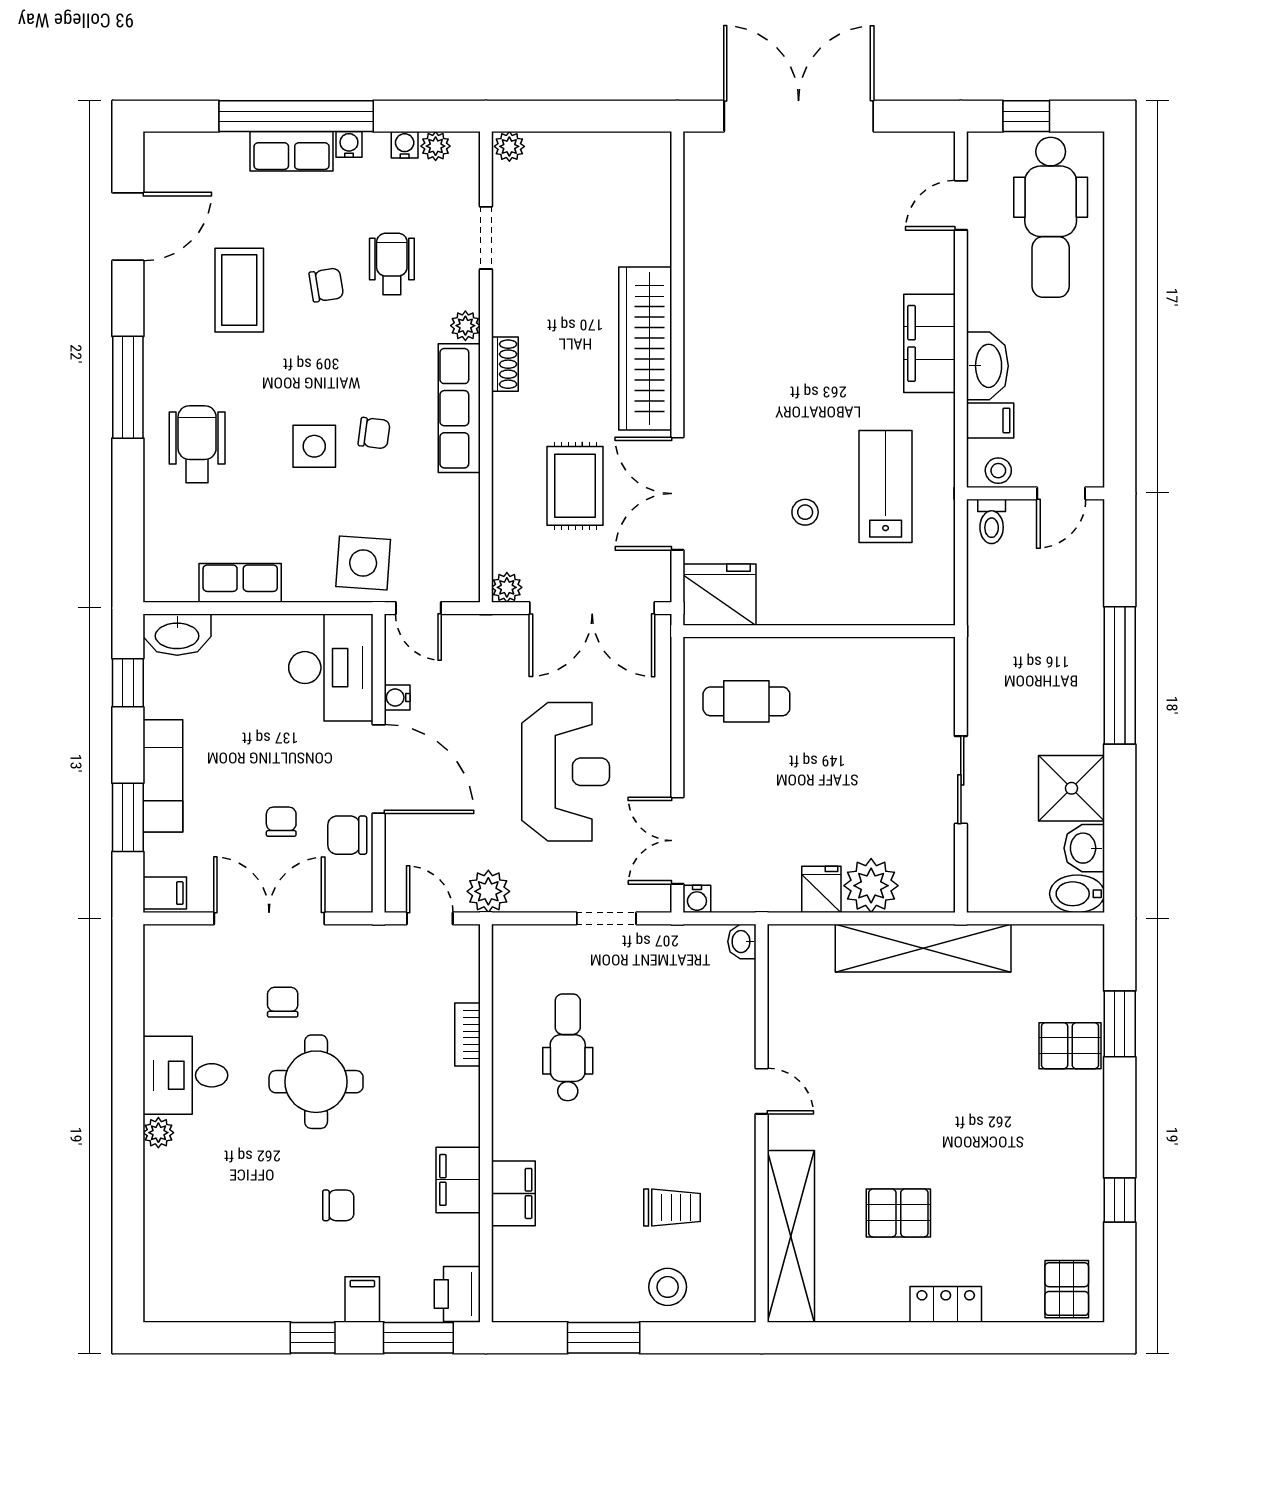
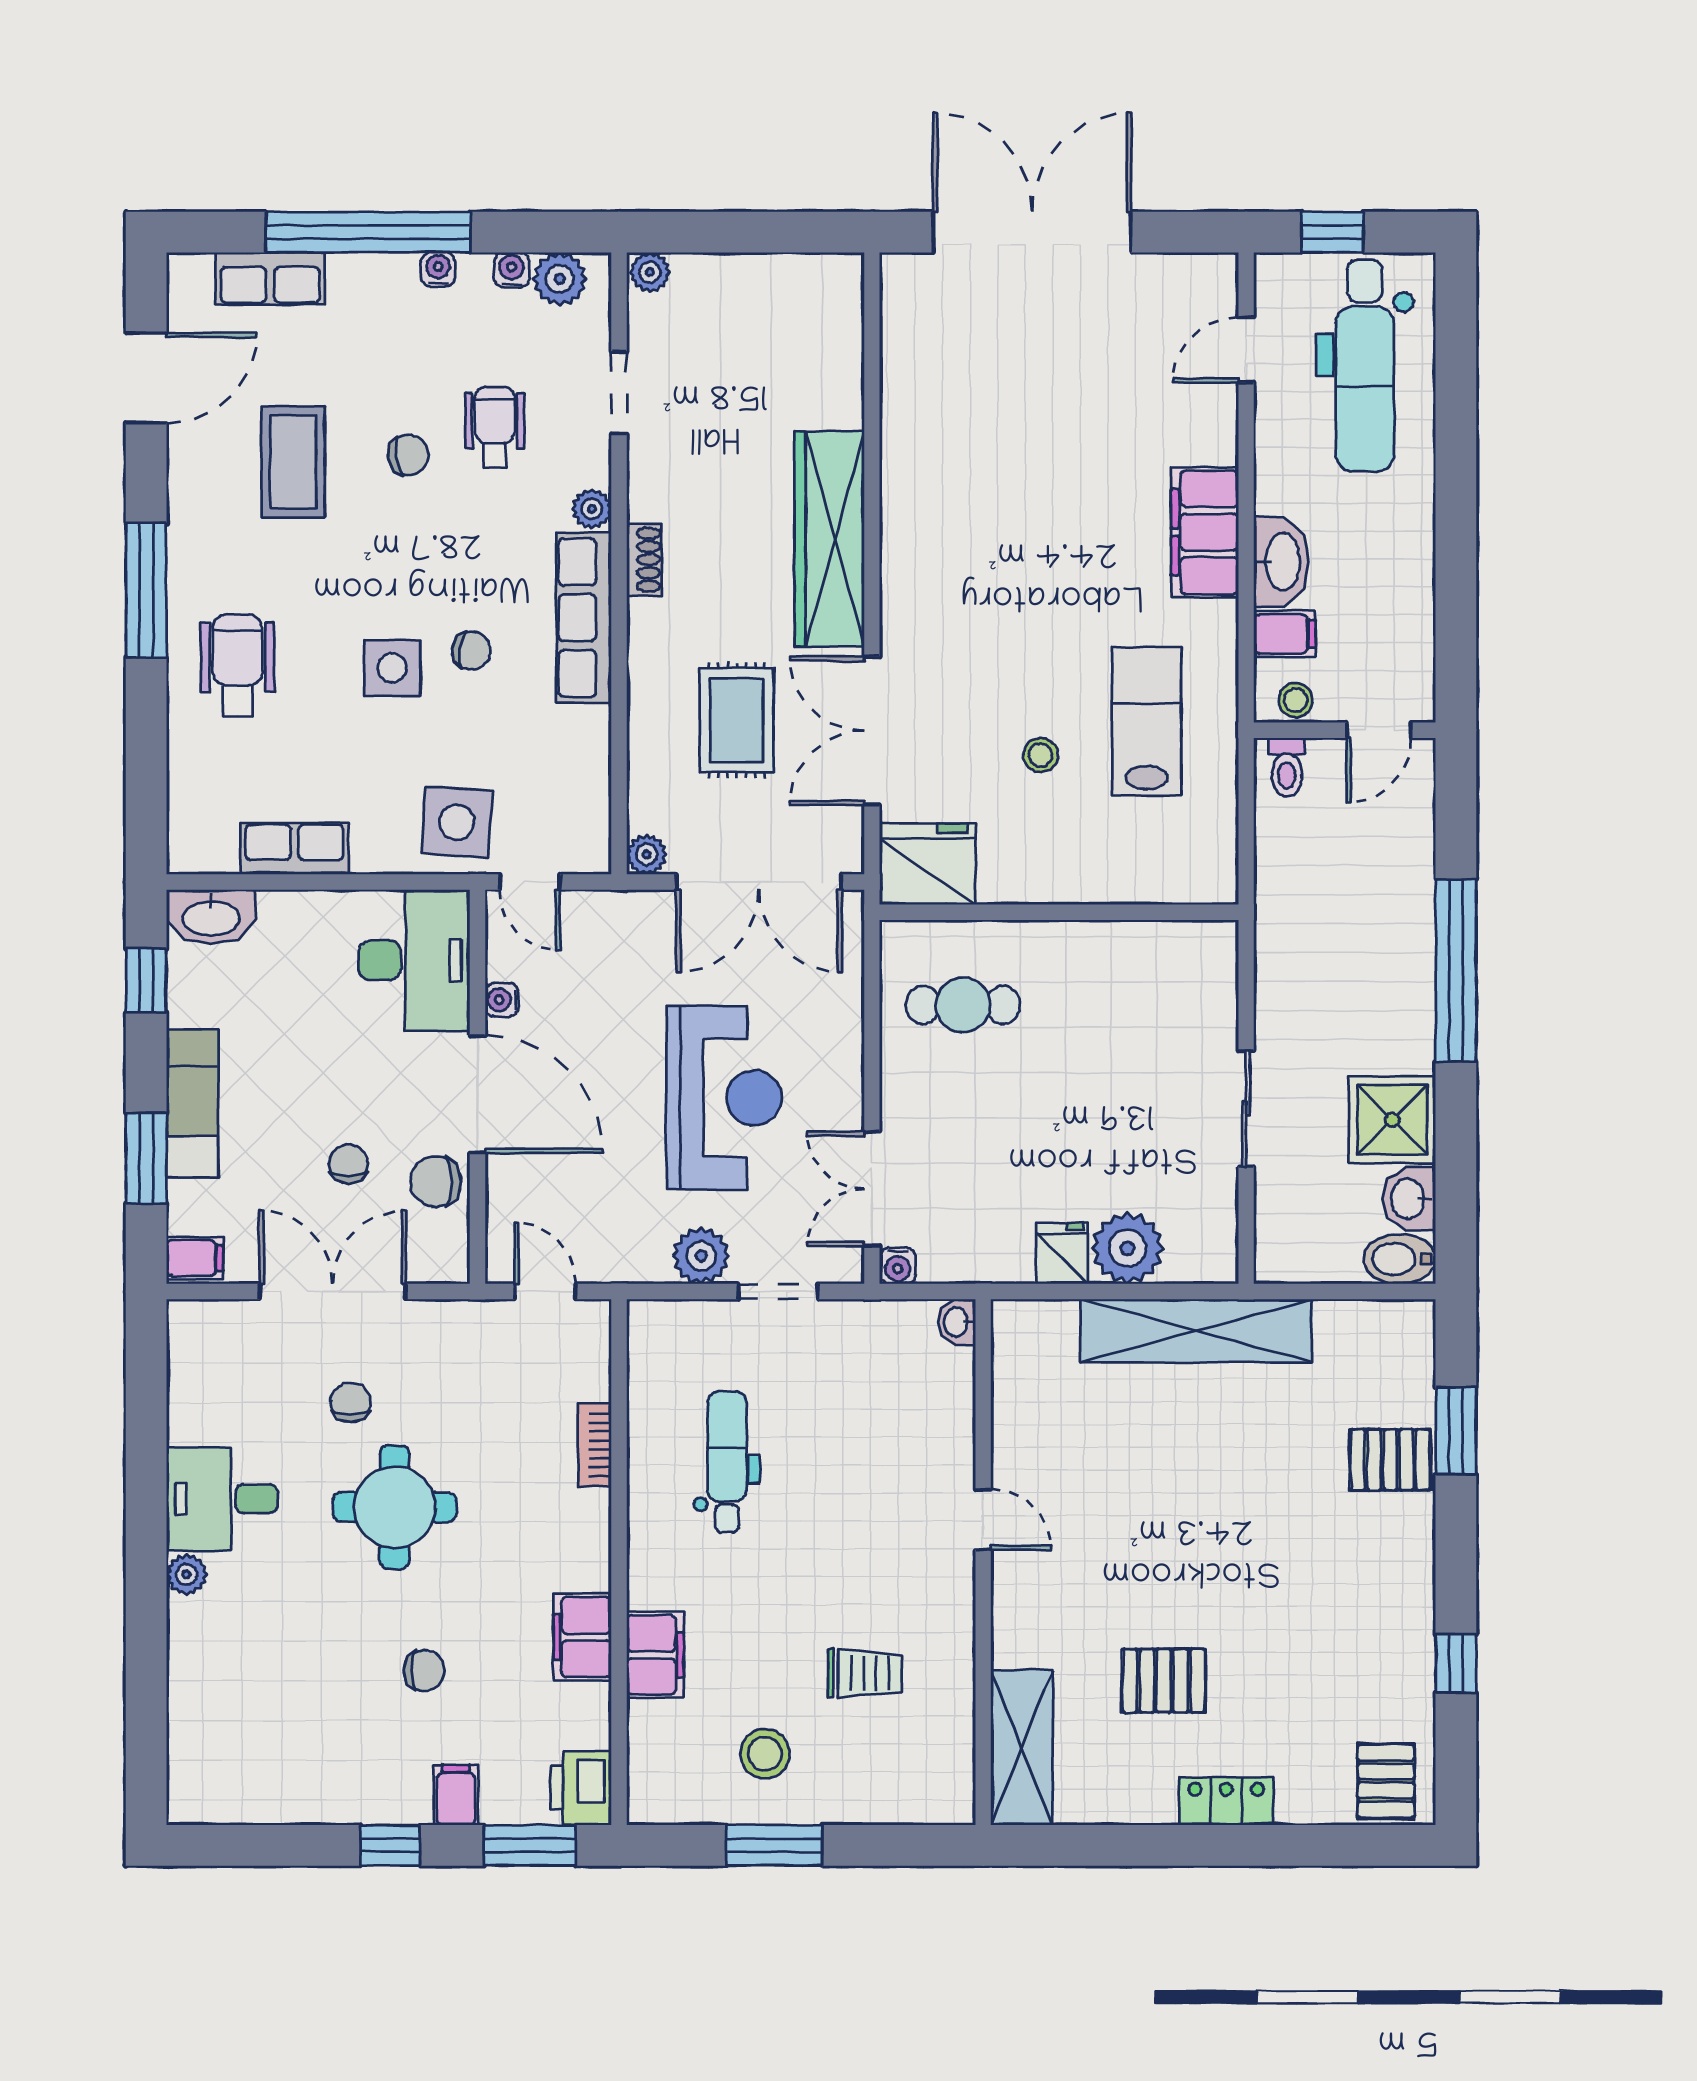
plant: (436, 146) -> (560, 279), width x1.38, depth x1.38
row of seats: (292, 151) -> (270, 279), moved
plant: (488, 891) -> (701, 1256), moved
shelving: (791, 1236) -> (1022, 1748), width x0.68
stool: (668, 1287) -> (765, 1754), moved

